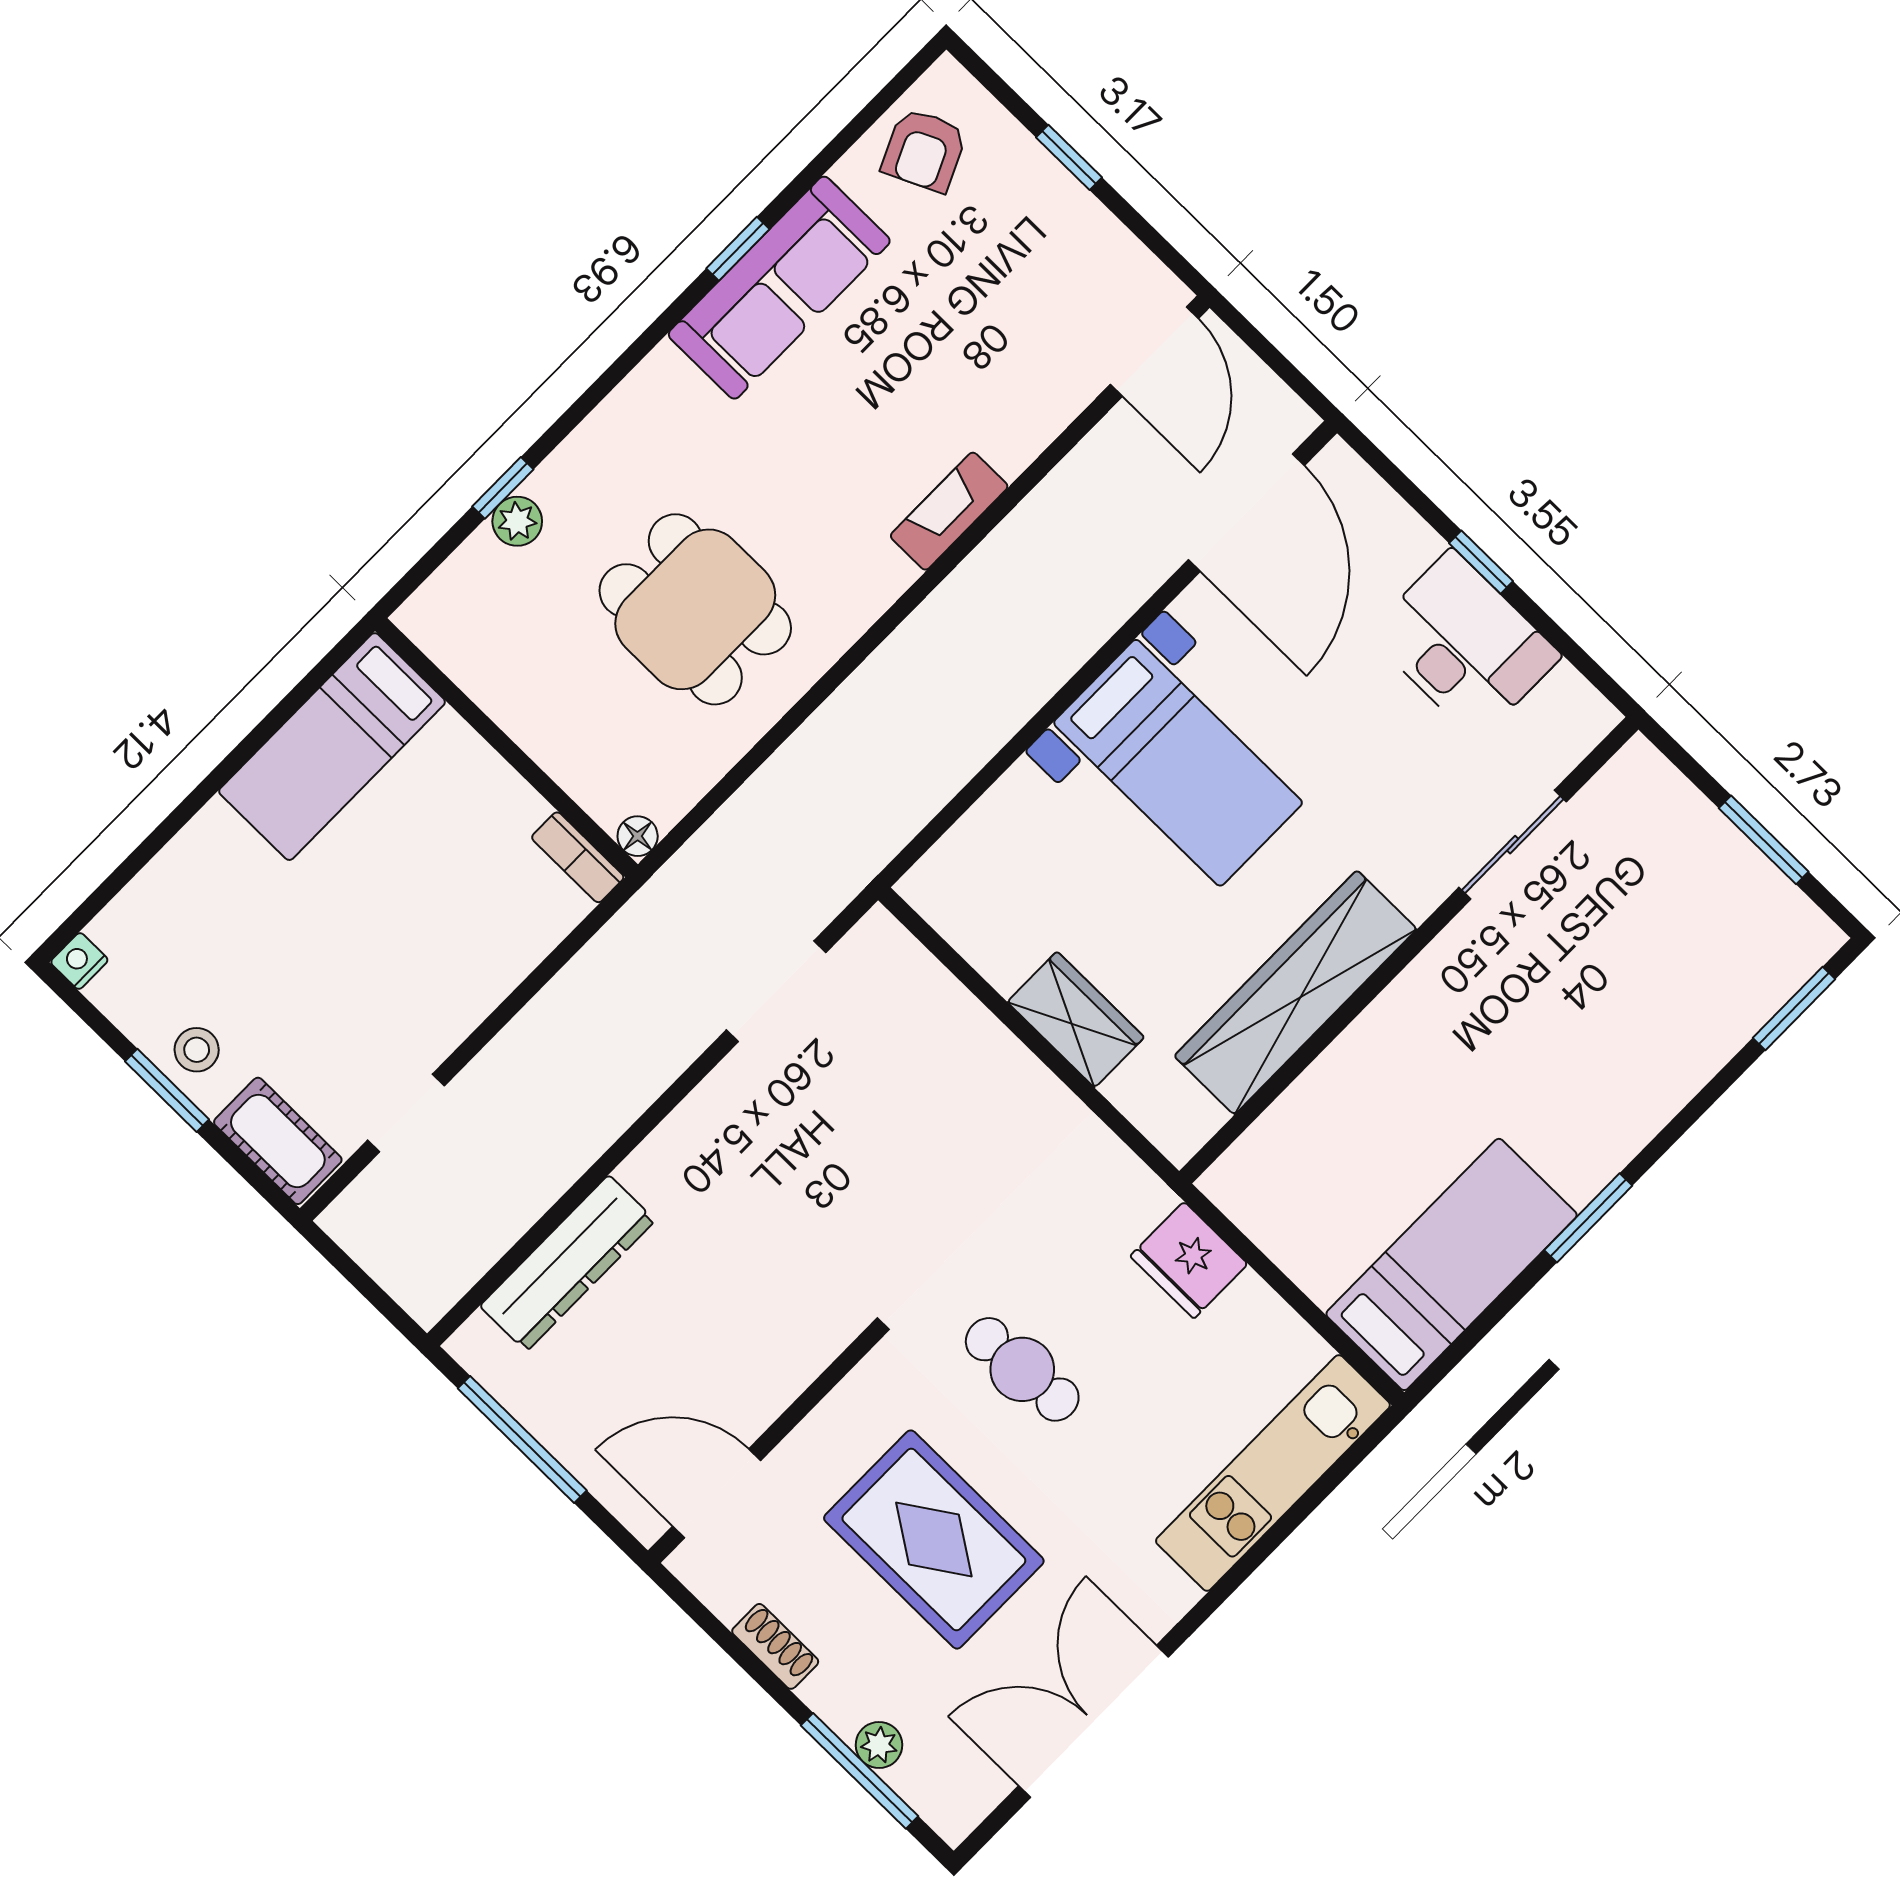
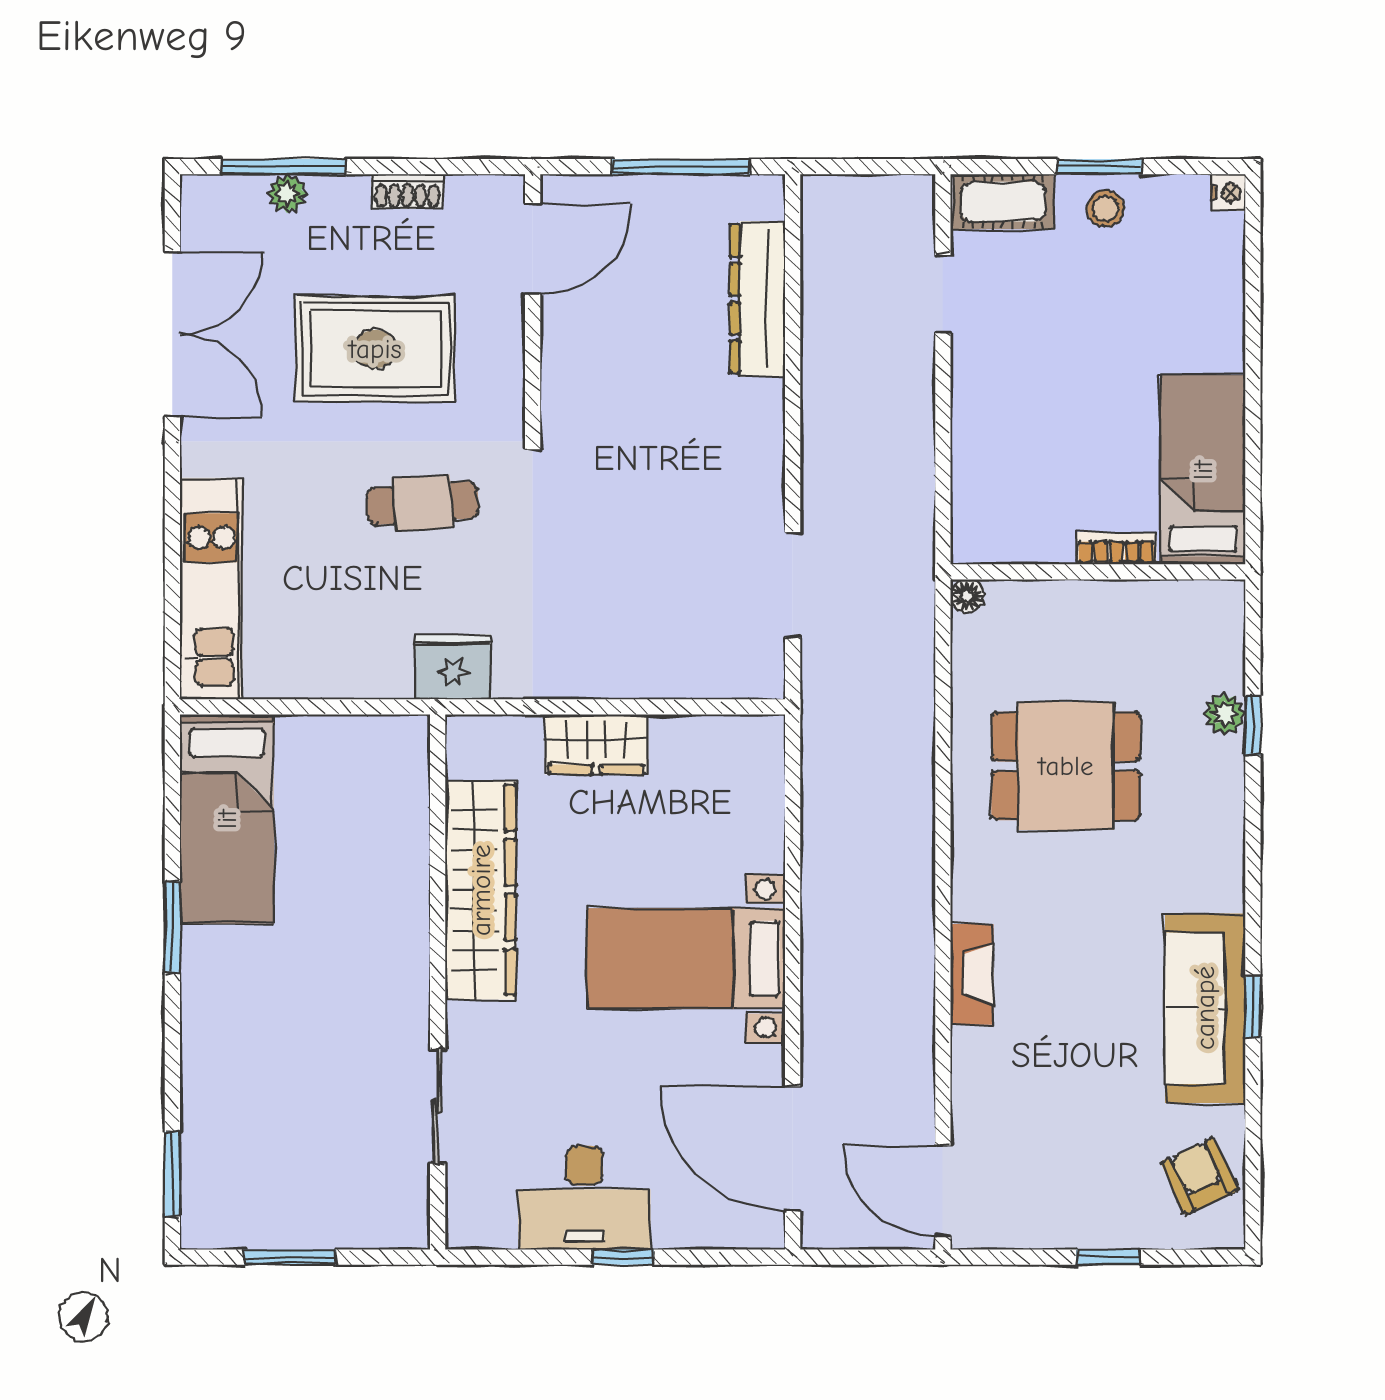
bookcase: (578, 857) -> (1116, 548), moved
fridge: (1189, 1260) -> (453, 667), moved

